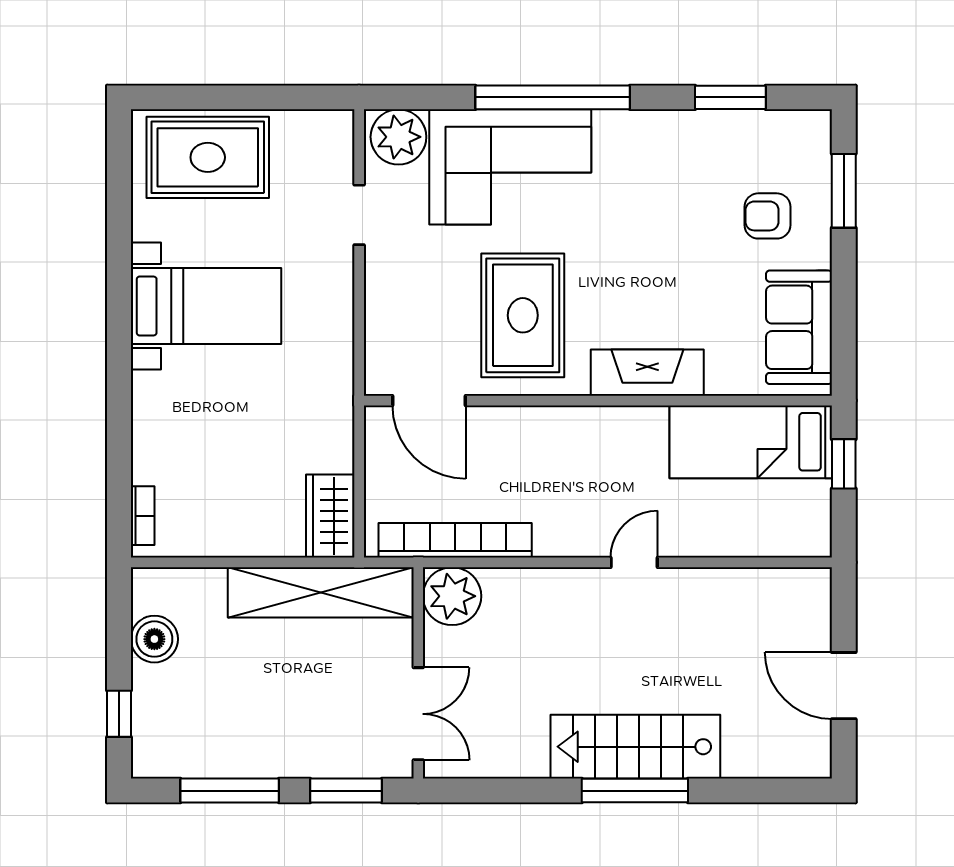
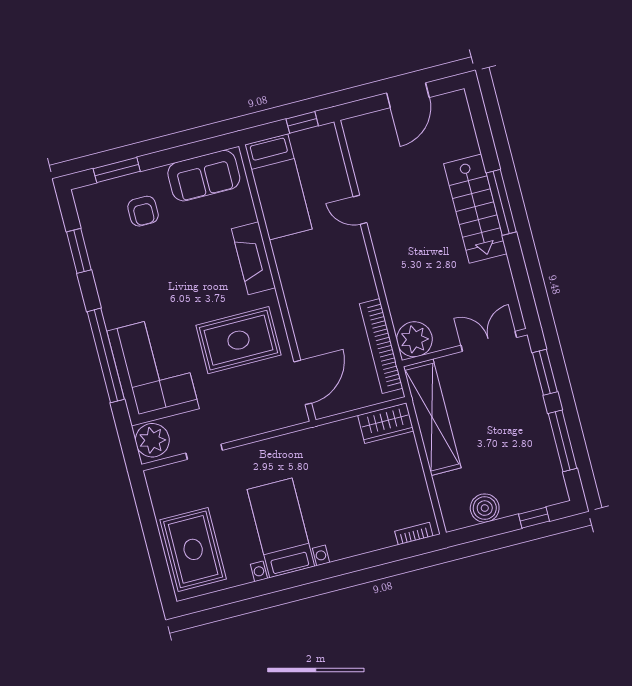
window: (844, 464) -> (302, 122), moved
door: (634, 562) -> (360, 210), moved

